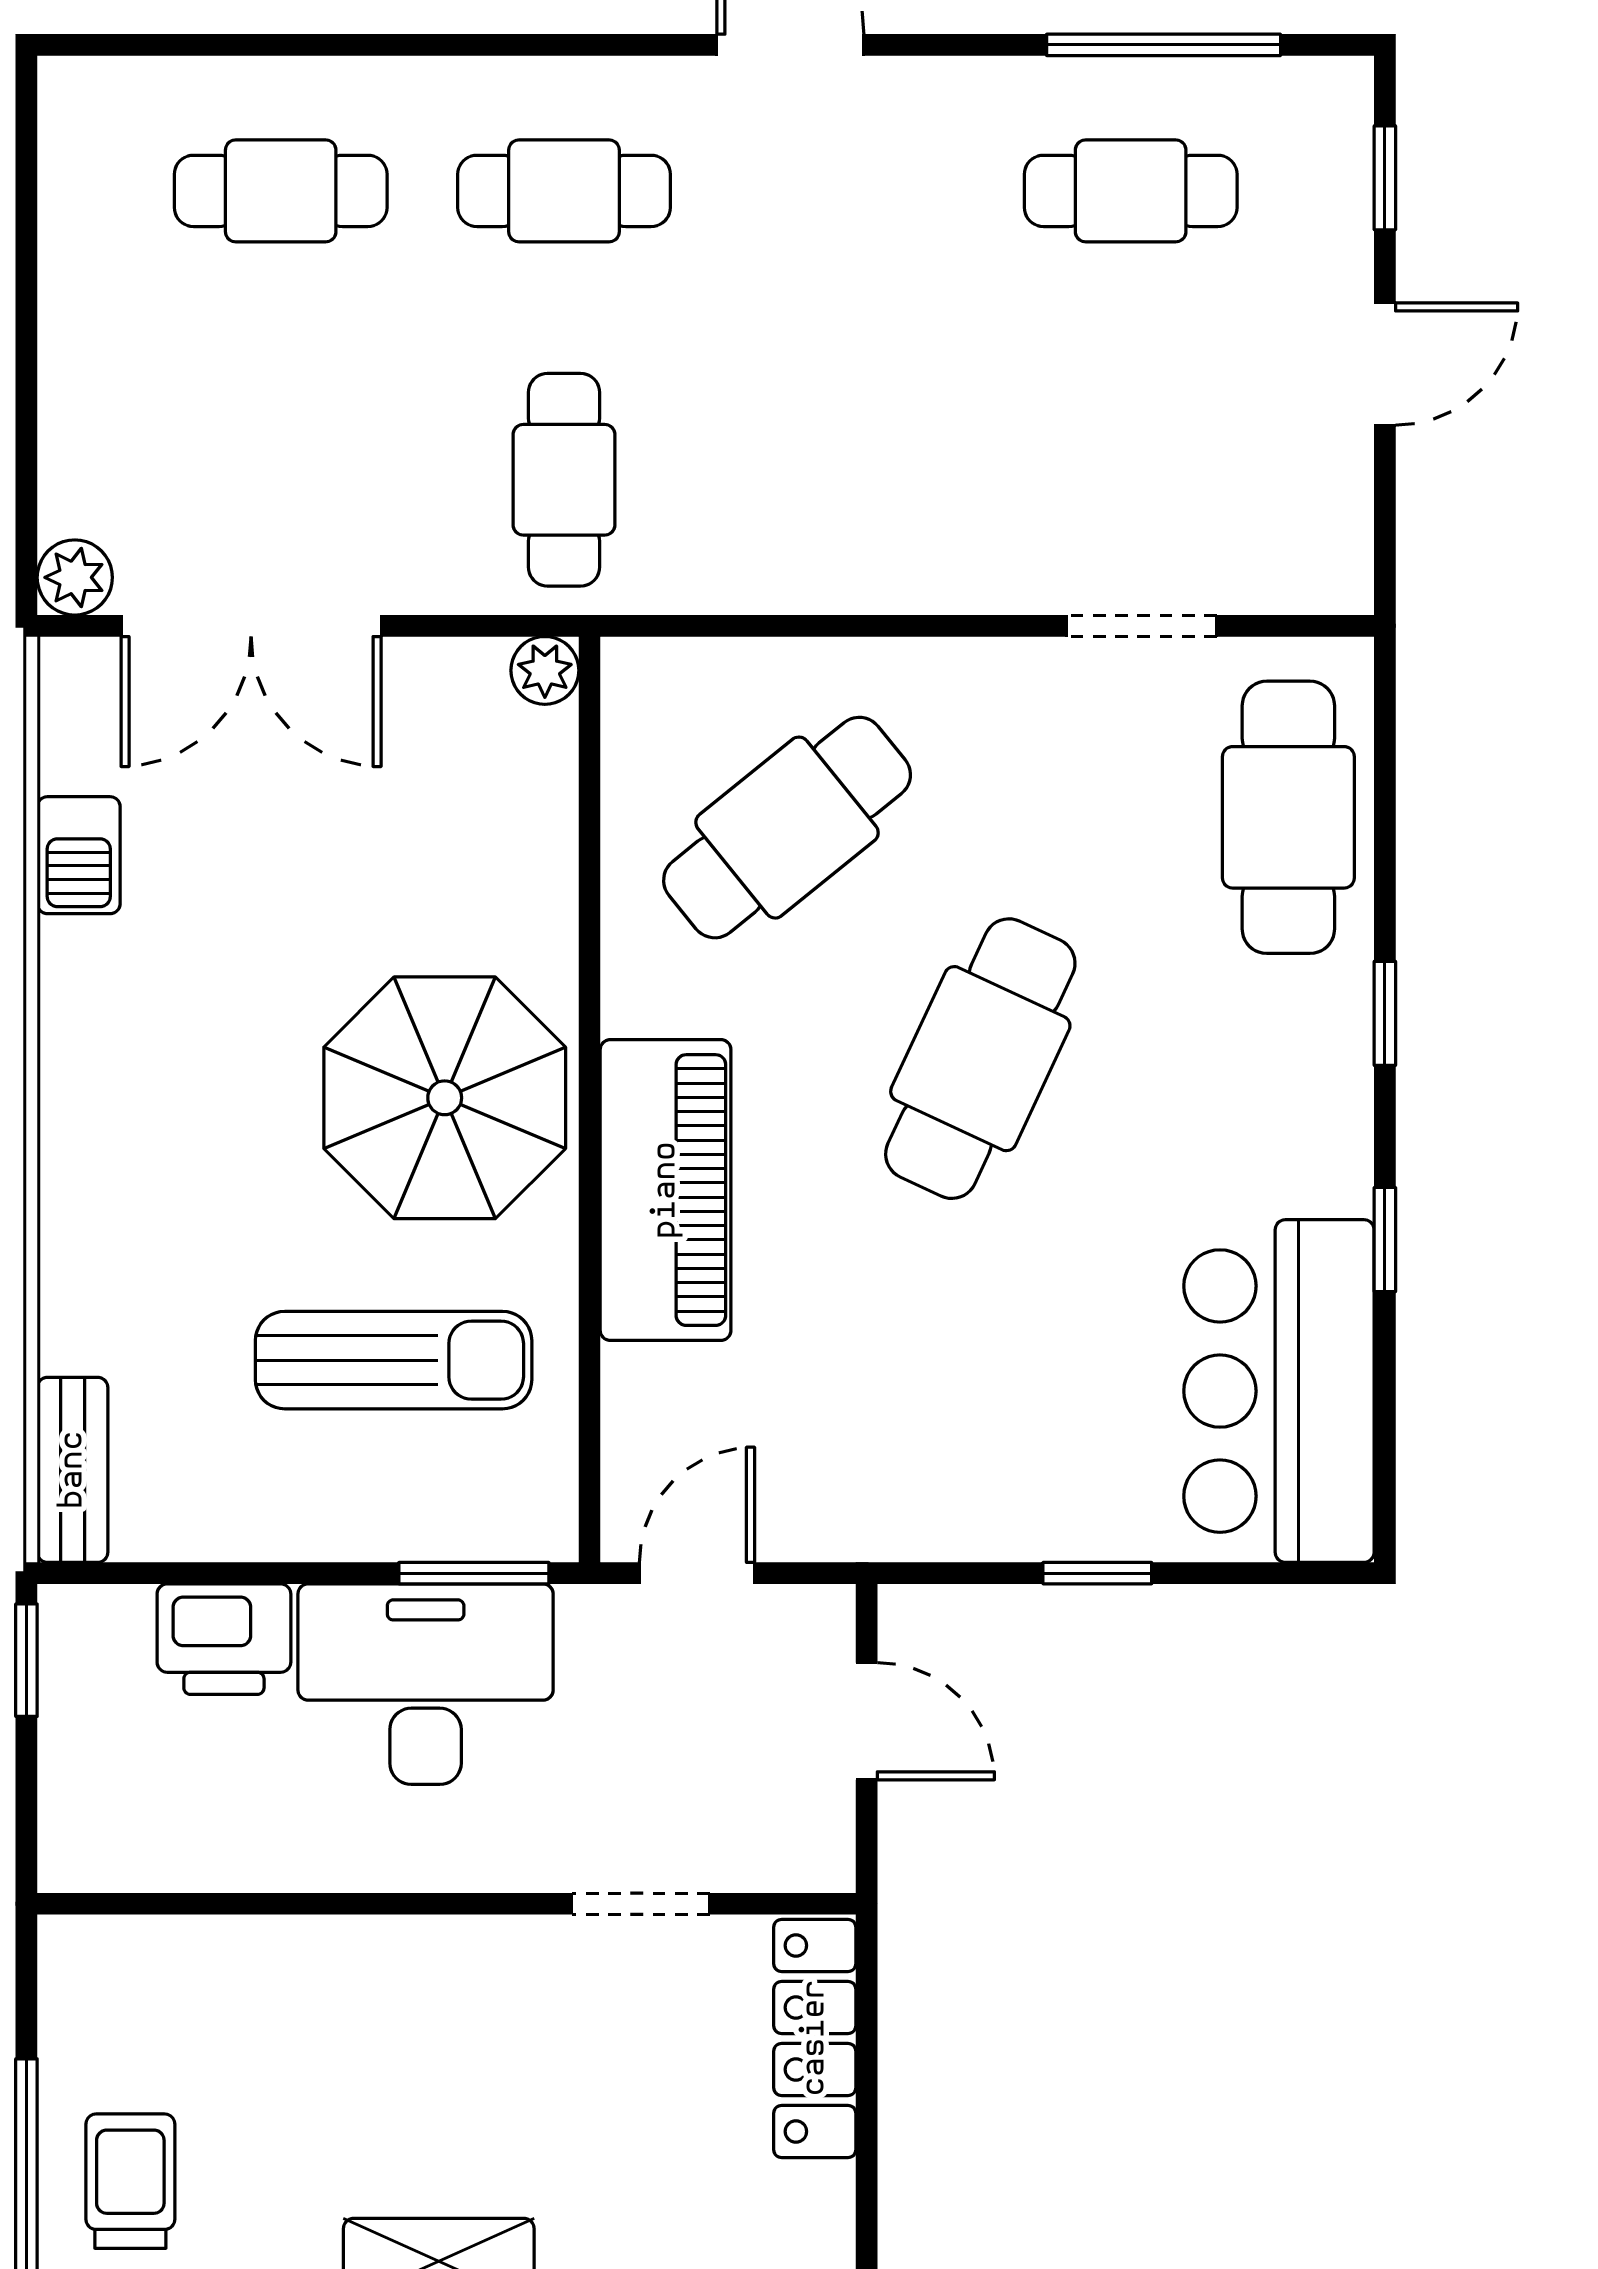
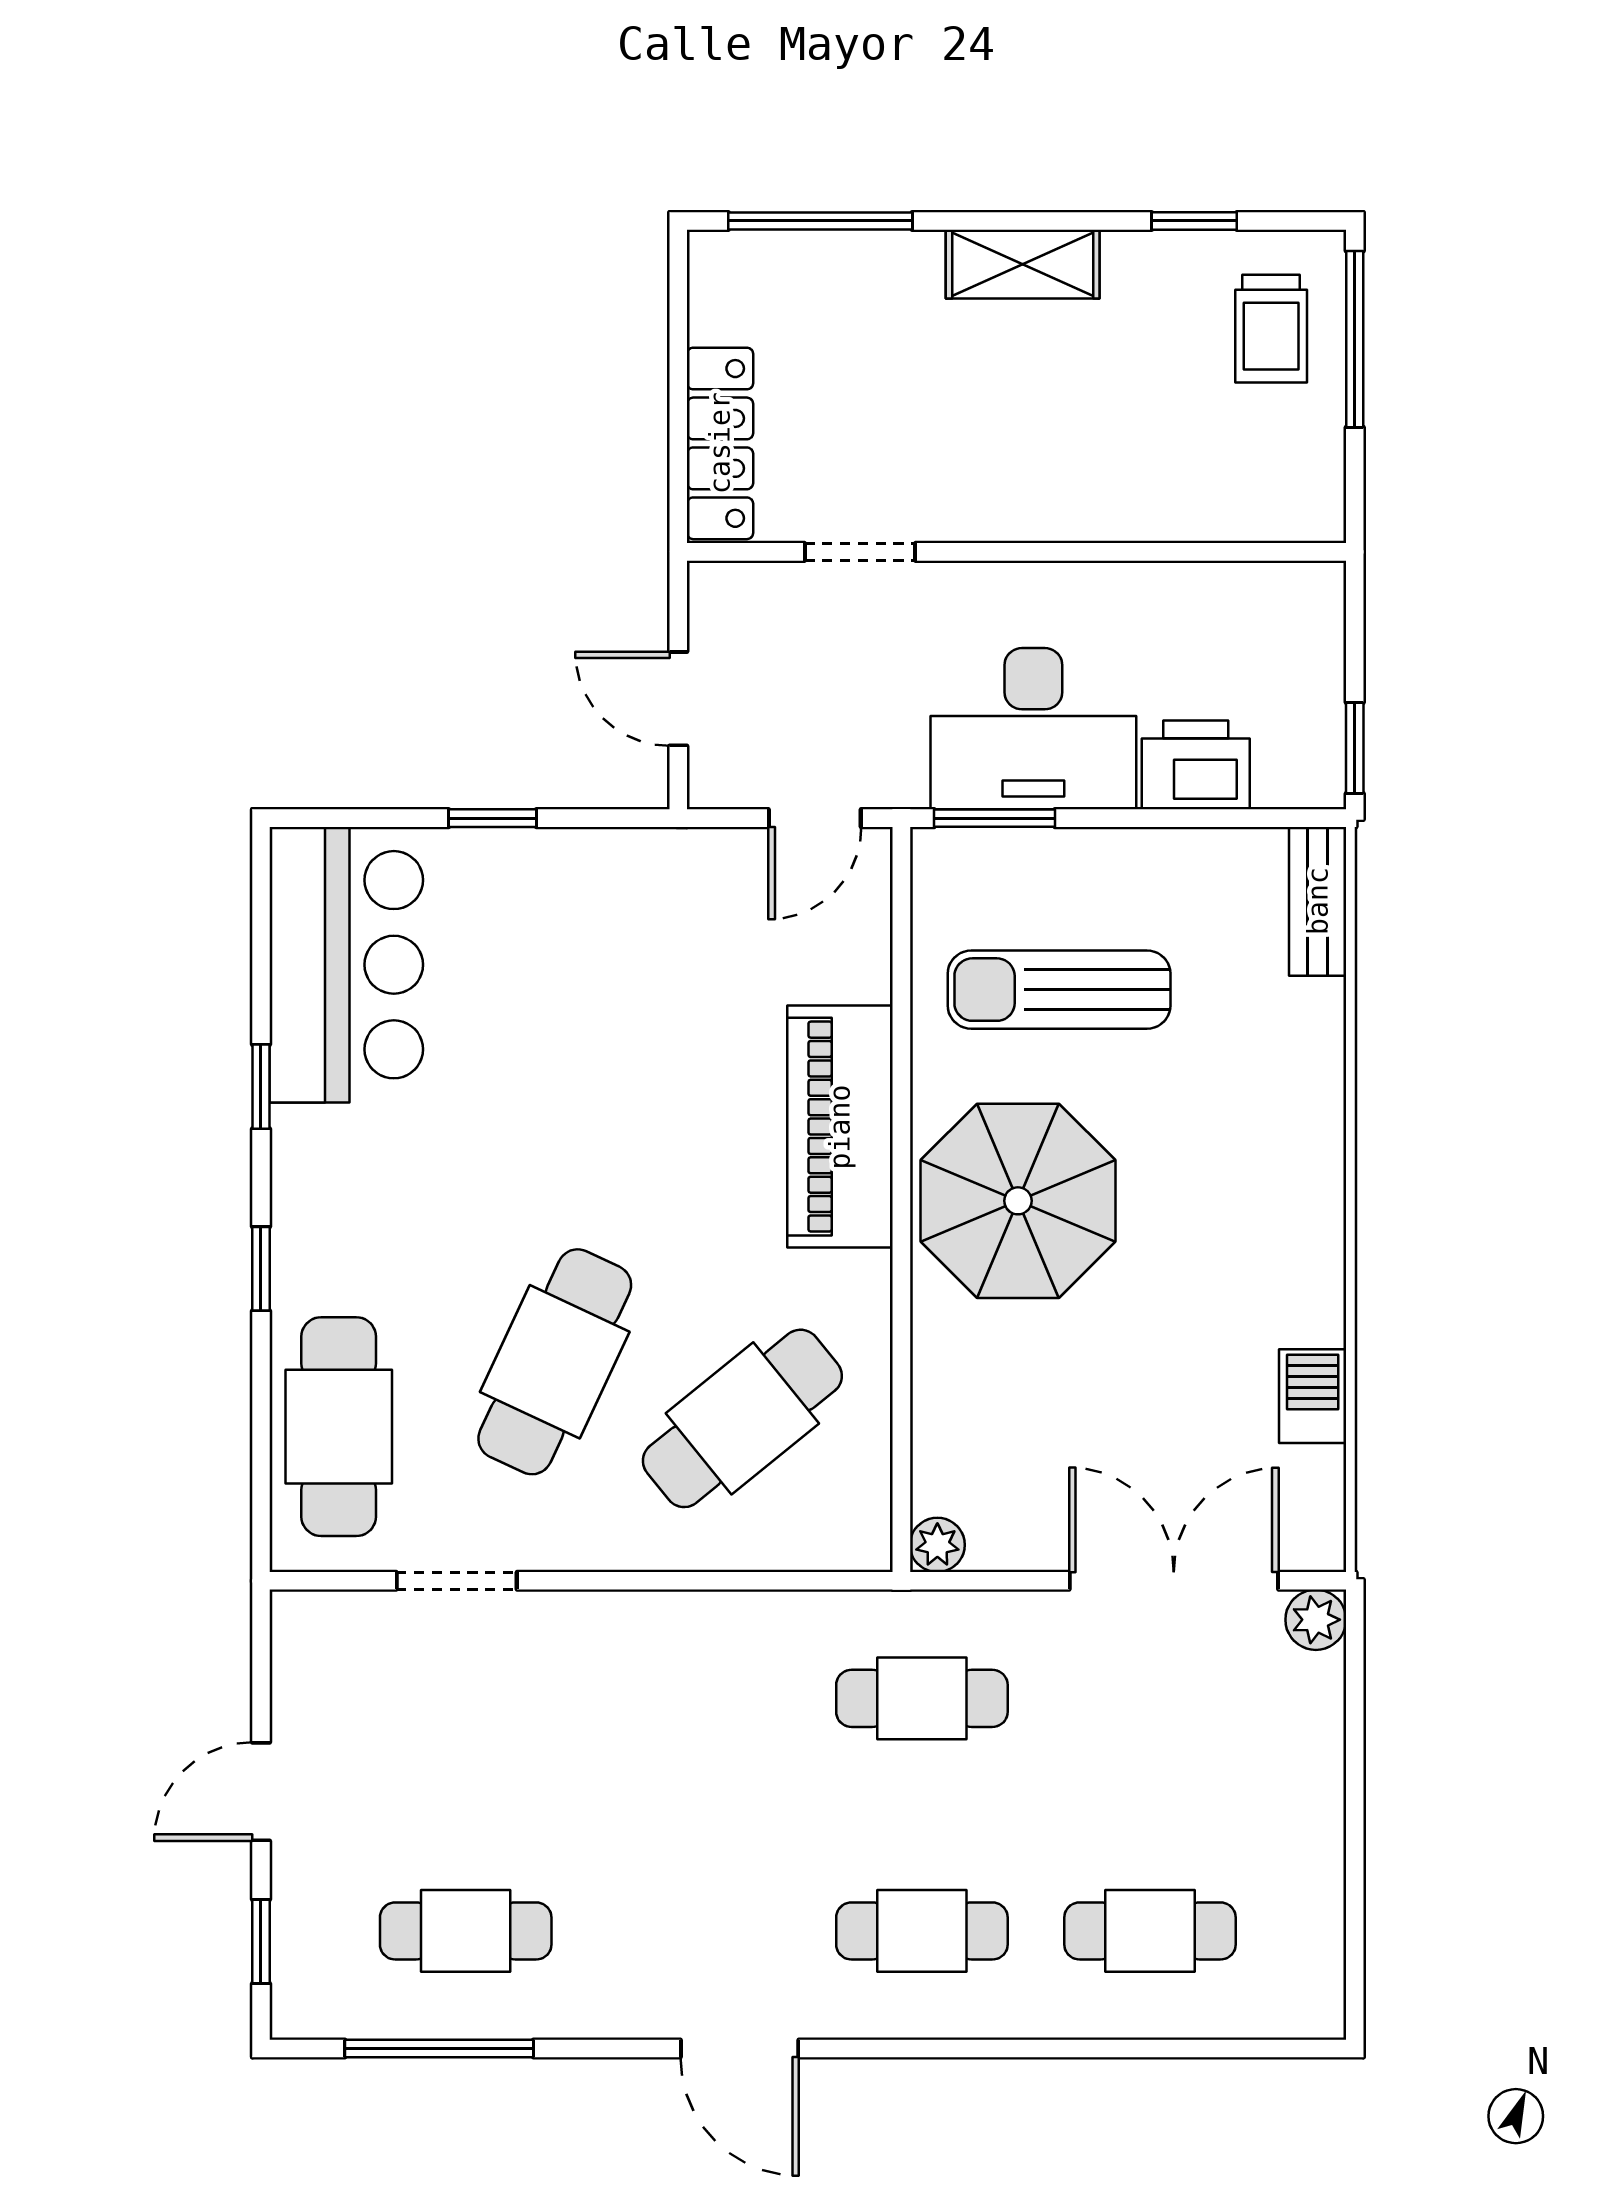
cafe table: (564, 480) -> (922, 1698), turned 90
cafe table: (980, 1059) -> (555, 1362), moved

